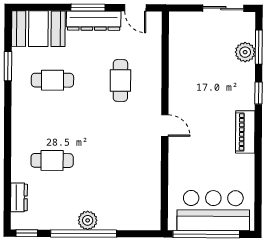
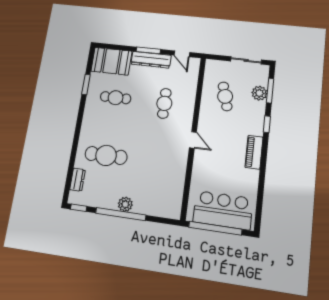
cafe table: (201, 62) -> (225, 96), added
cafe table: (52, 160) -> (106, 155), width x1.37, depth x1.35

